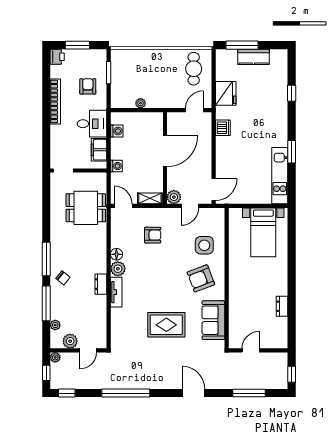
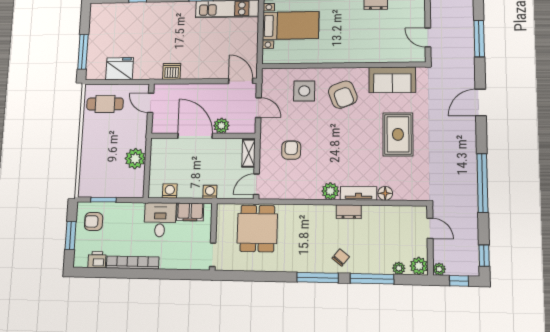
printer: (57, 57) -> (97, 260), moved
kitchen counter: (253, 57) -> (96, 39), removed
armchair: (88, 86) -> (94, 221), moved
fridge: (226, 93) -> (120, 69), moved
plant: (141, 103) -> (135, 159), width x1.88, depth x1.88
plant: (174, 197) -> (221, 126), moved
floor lamp: (116, 254) -> (385, 193), moved
plant: (70, 341) -> (419, 266), moved

